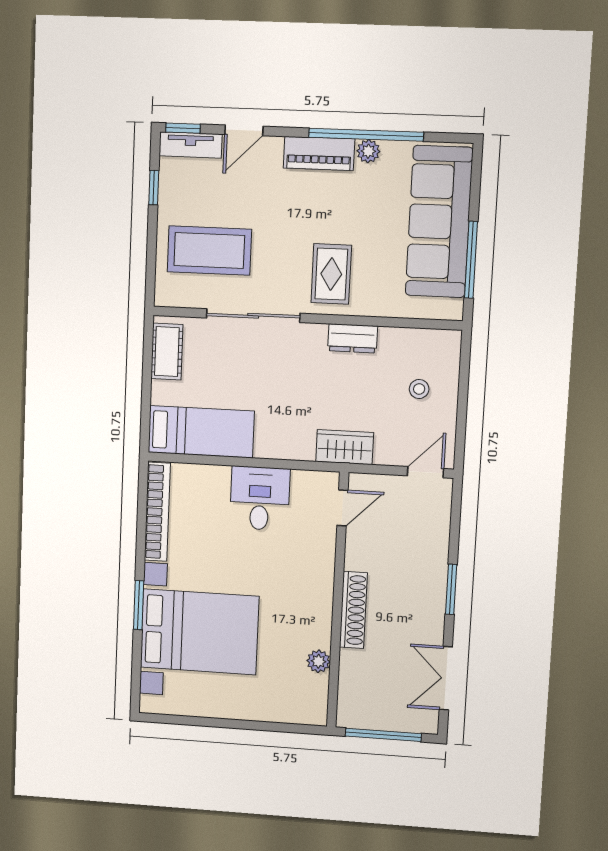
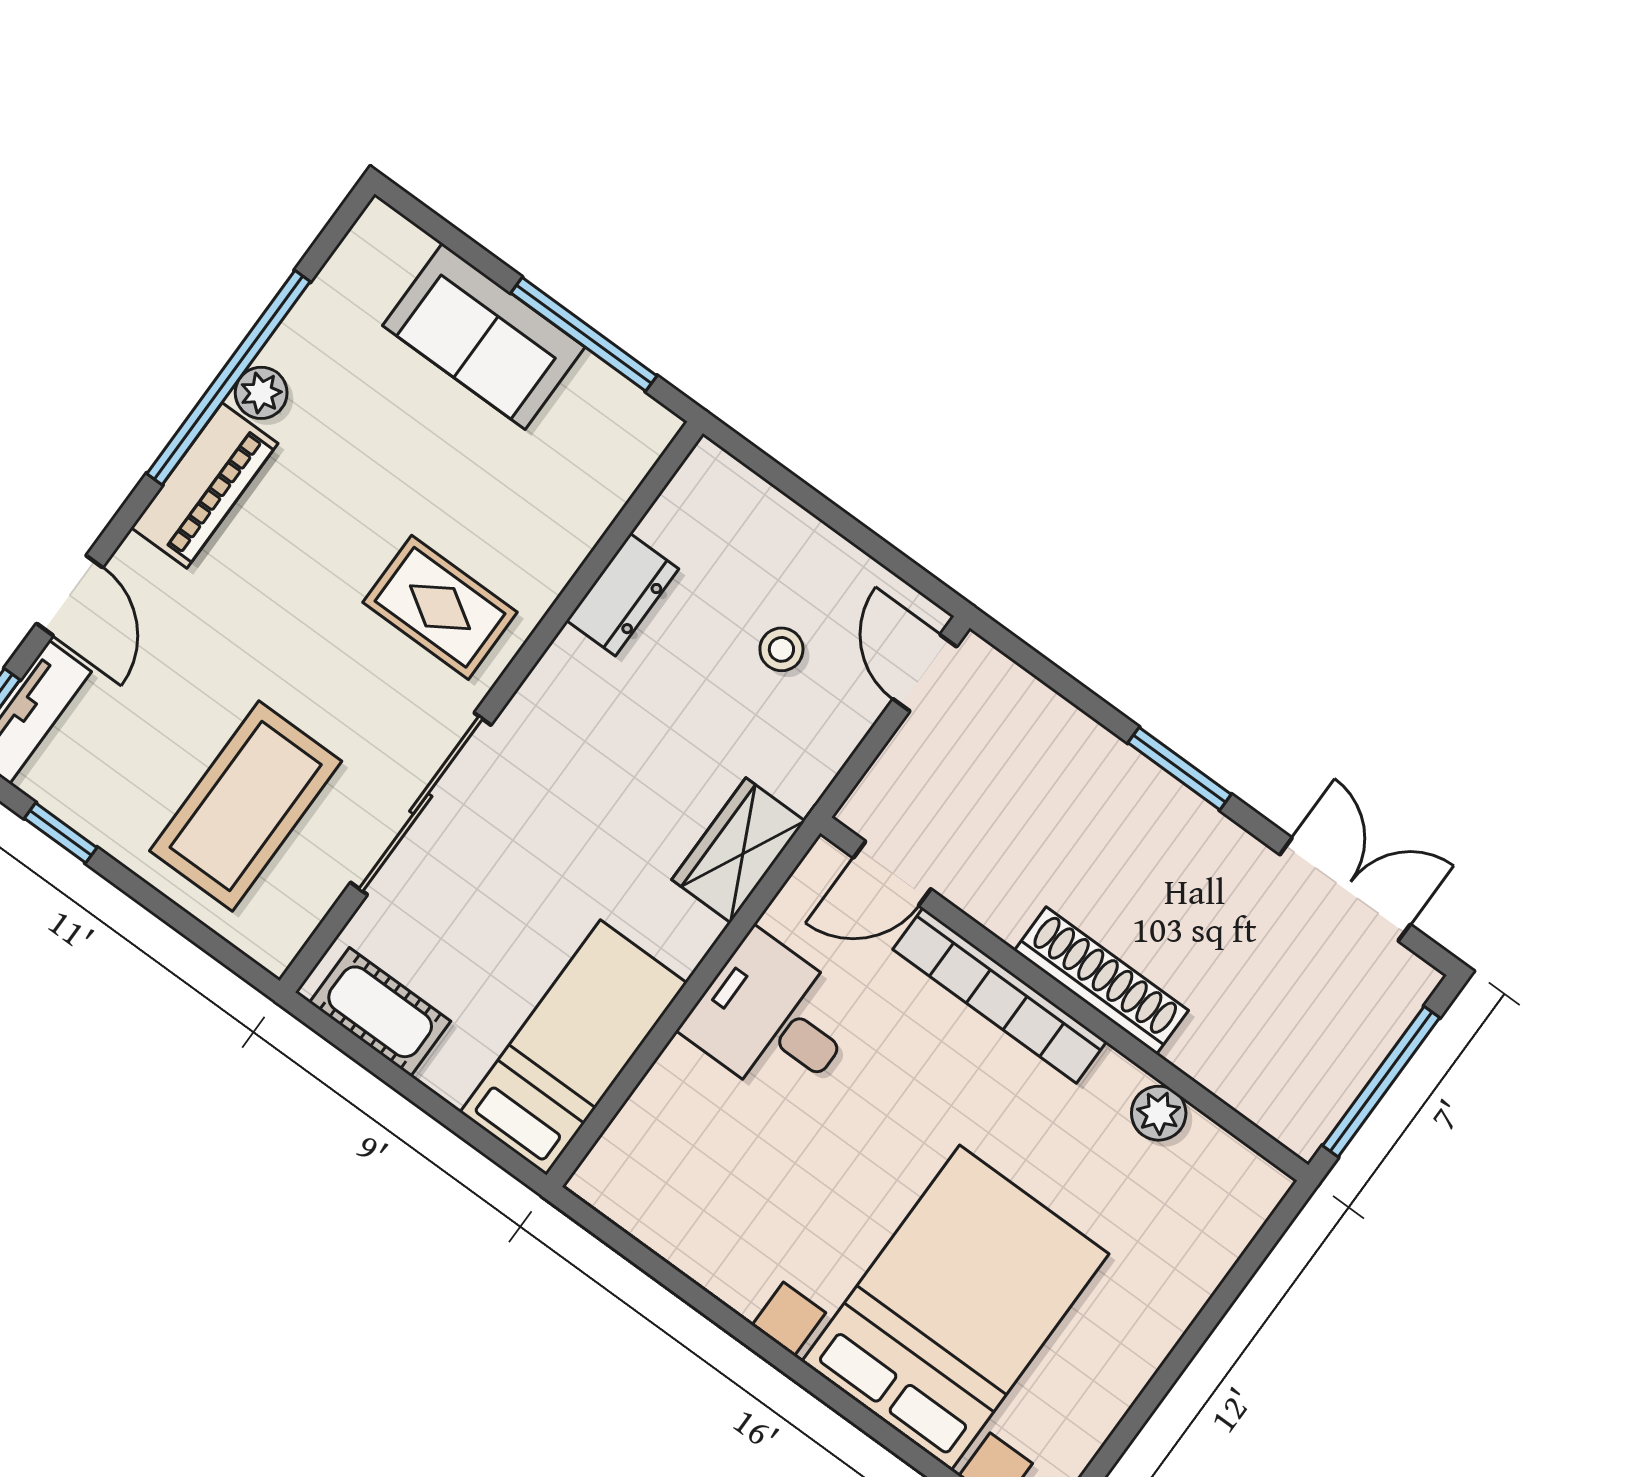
sofa: (439, 222) -> (484, 336), width x0.54, depth x0.79
dresser: (353, 338) -> (623, 595), moved
stool: (419, 389) -> (781, 649), moved
wardrobe: (345, 447) -> (738, 850), moved
door: (342, 508) -> (892, 873), swing flipped
bookcase: (157, 512) -> (1000, 996), moved, turned 180
window: (139, 605) -> (828, 1392), removed
double door: (446, 678) -> (1345, 889), swing flipped

